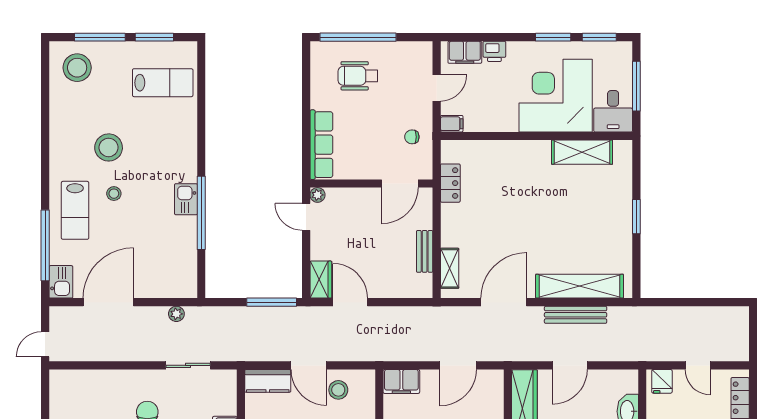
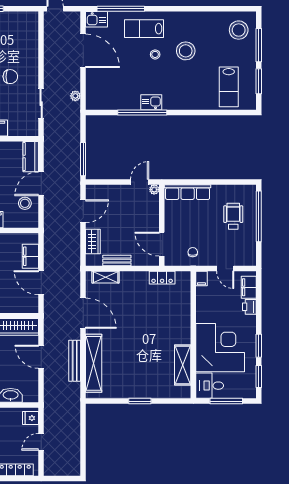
wardrobe: (321, 280) -> (93, 242), moved, turned -90
filing cabinet: (401, 381) -> (30, 256), moved

